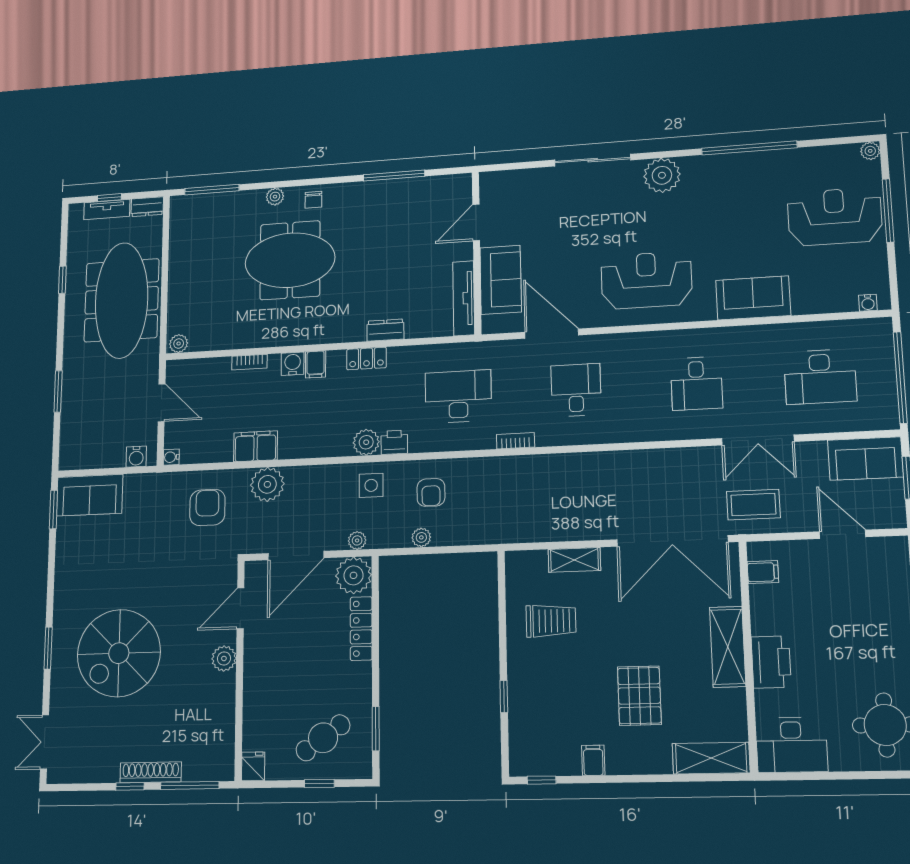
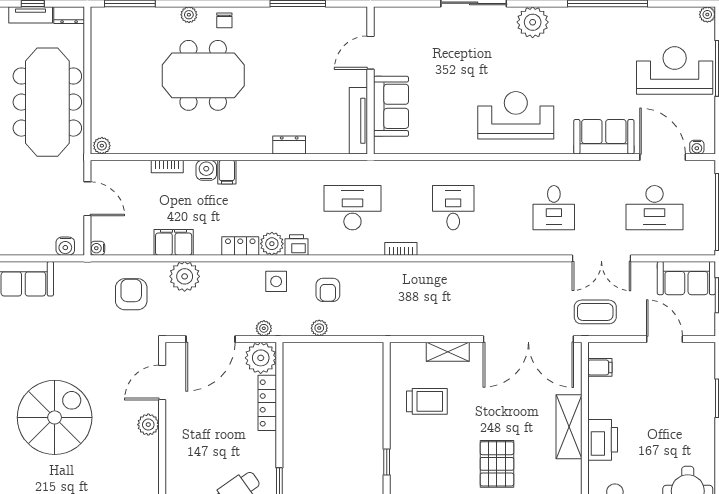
door: (552, 334) -> (663, 157), moved
locker: (366, 359) -> (240, 246), moved, turned 180
spiral stairs: (119, 653) -> (55, 417), turned 180

